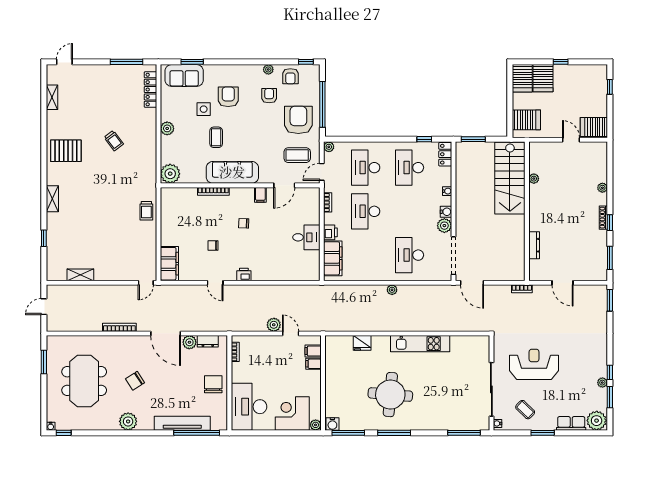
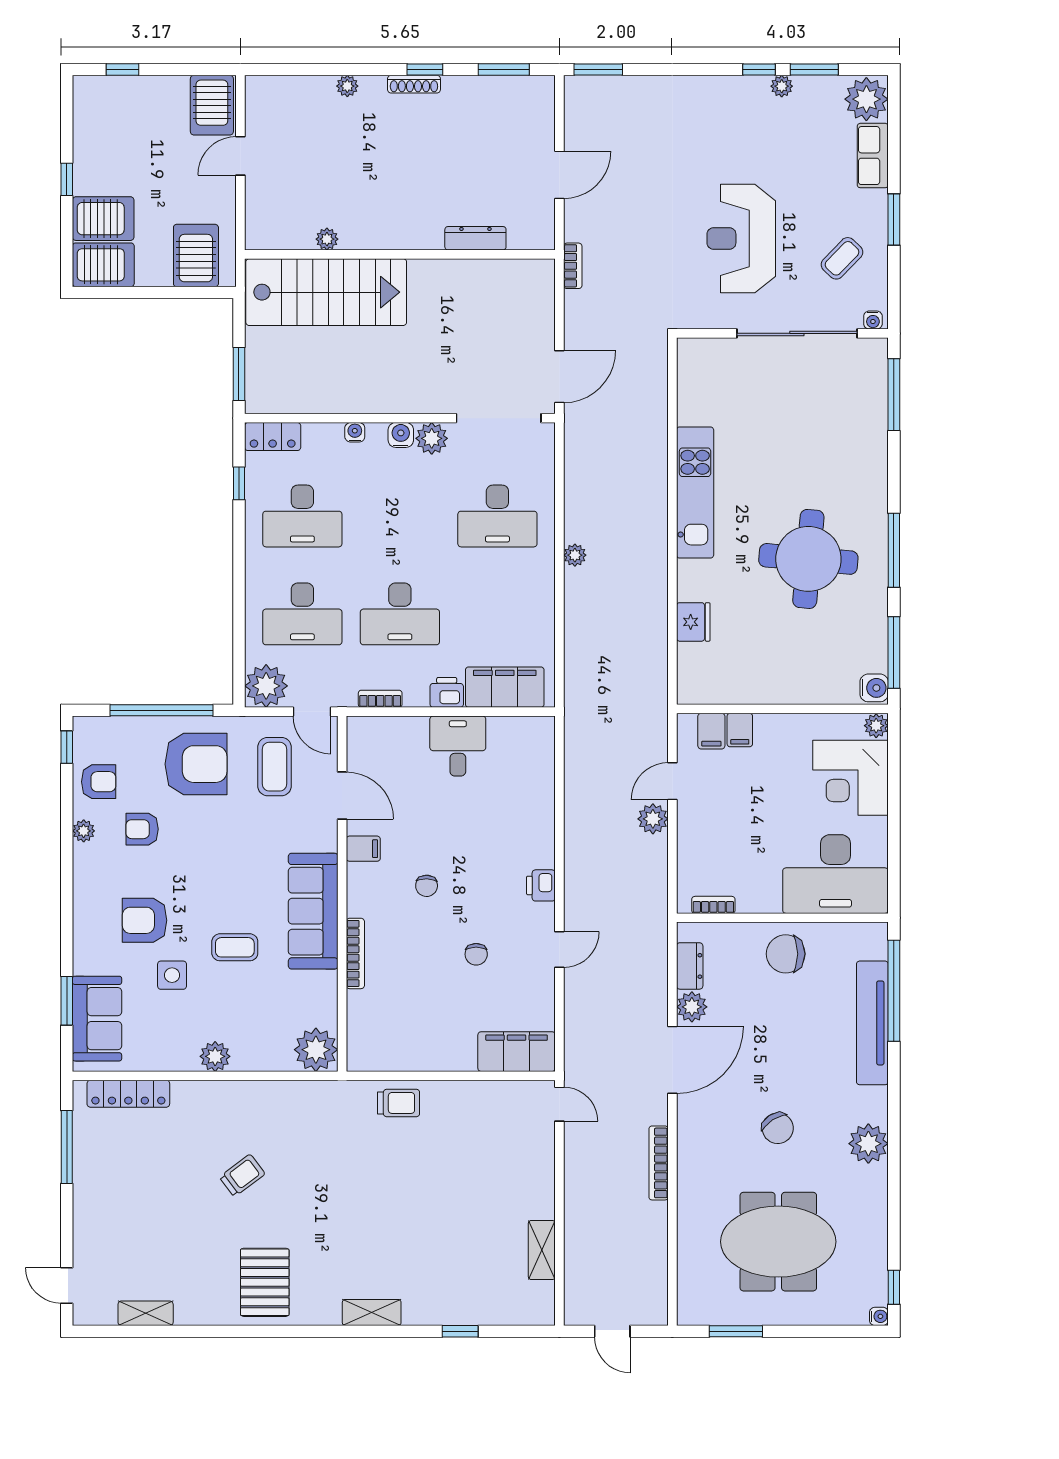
armchair: (298, 120) -> (196, 764), turned 180
plant: (329, 147) -> (266, 686), width x1.87, depth x1.87

